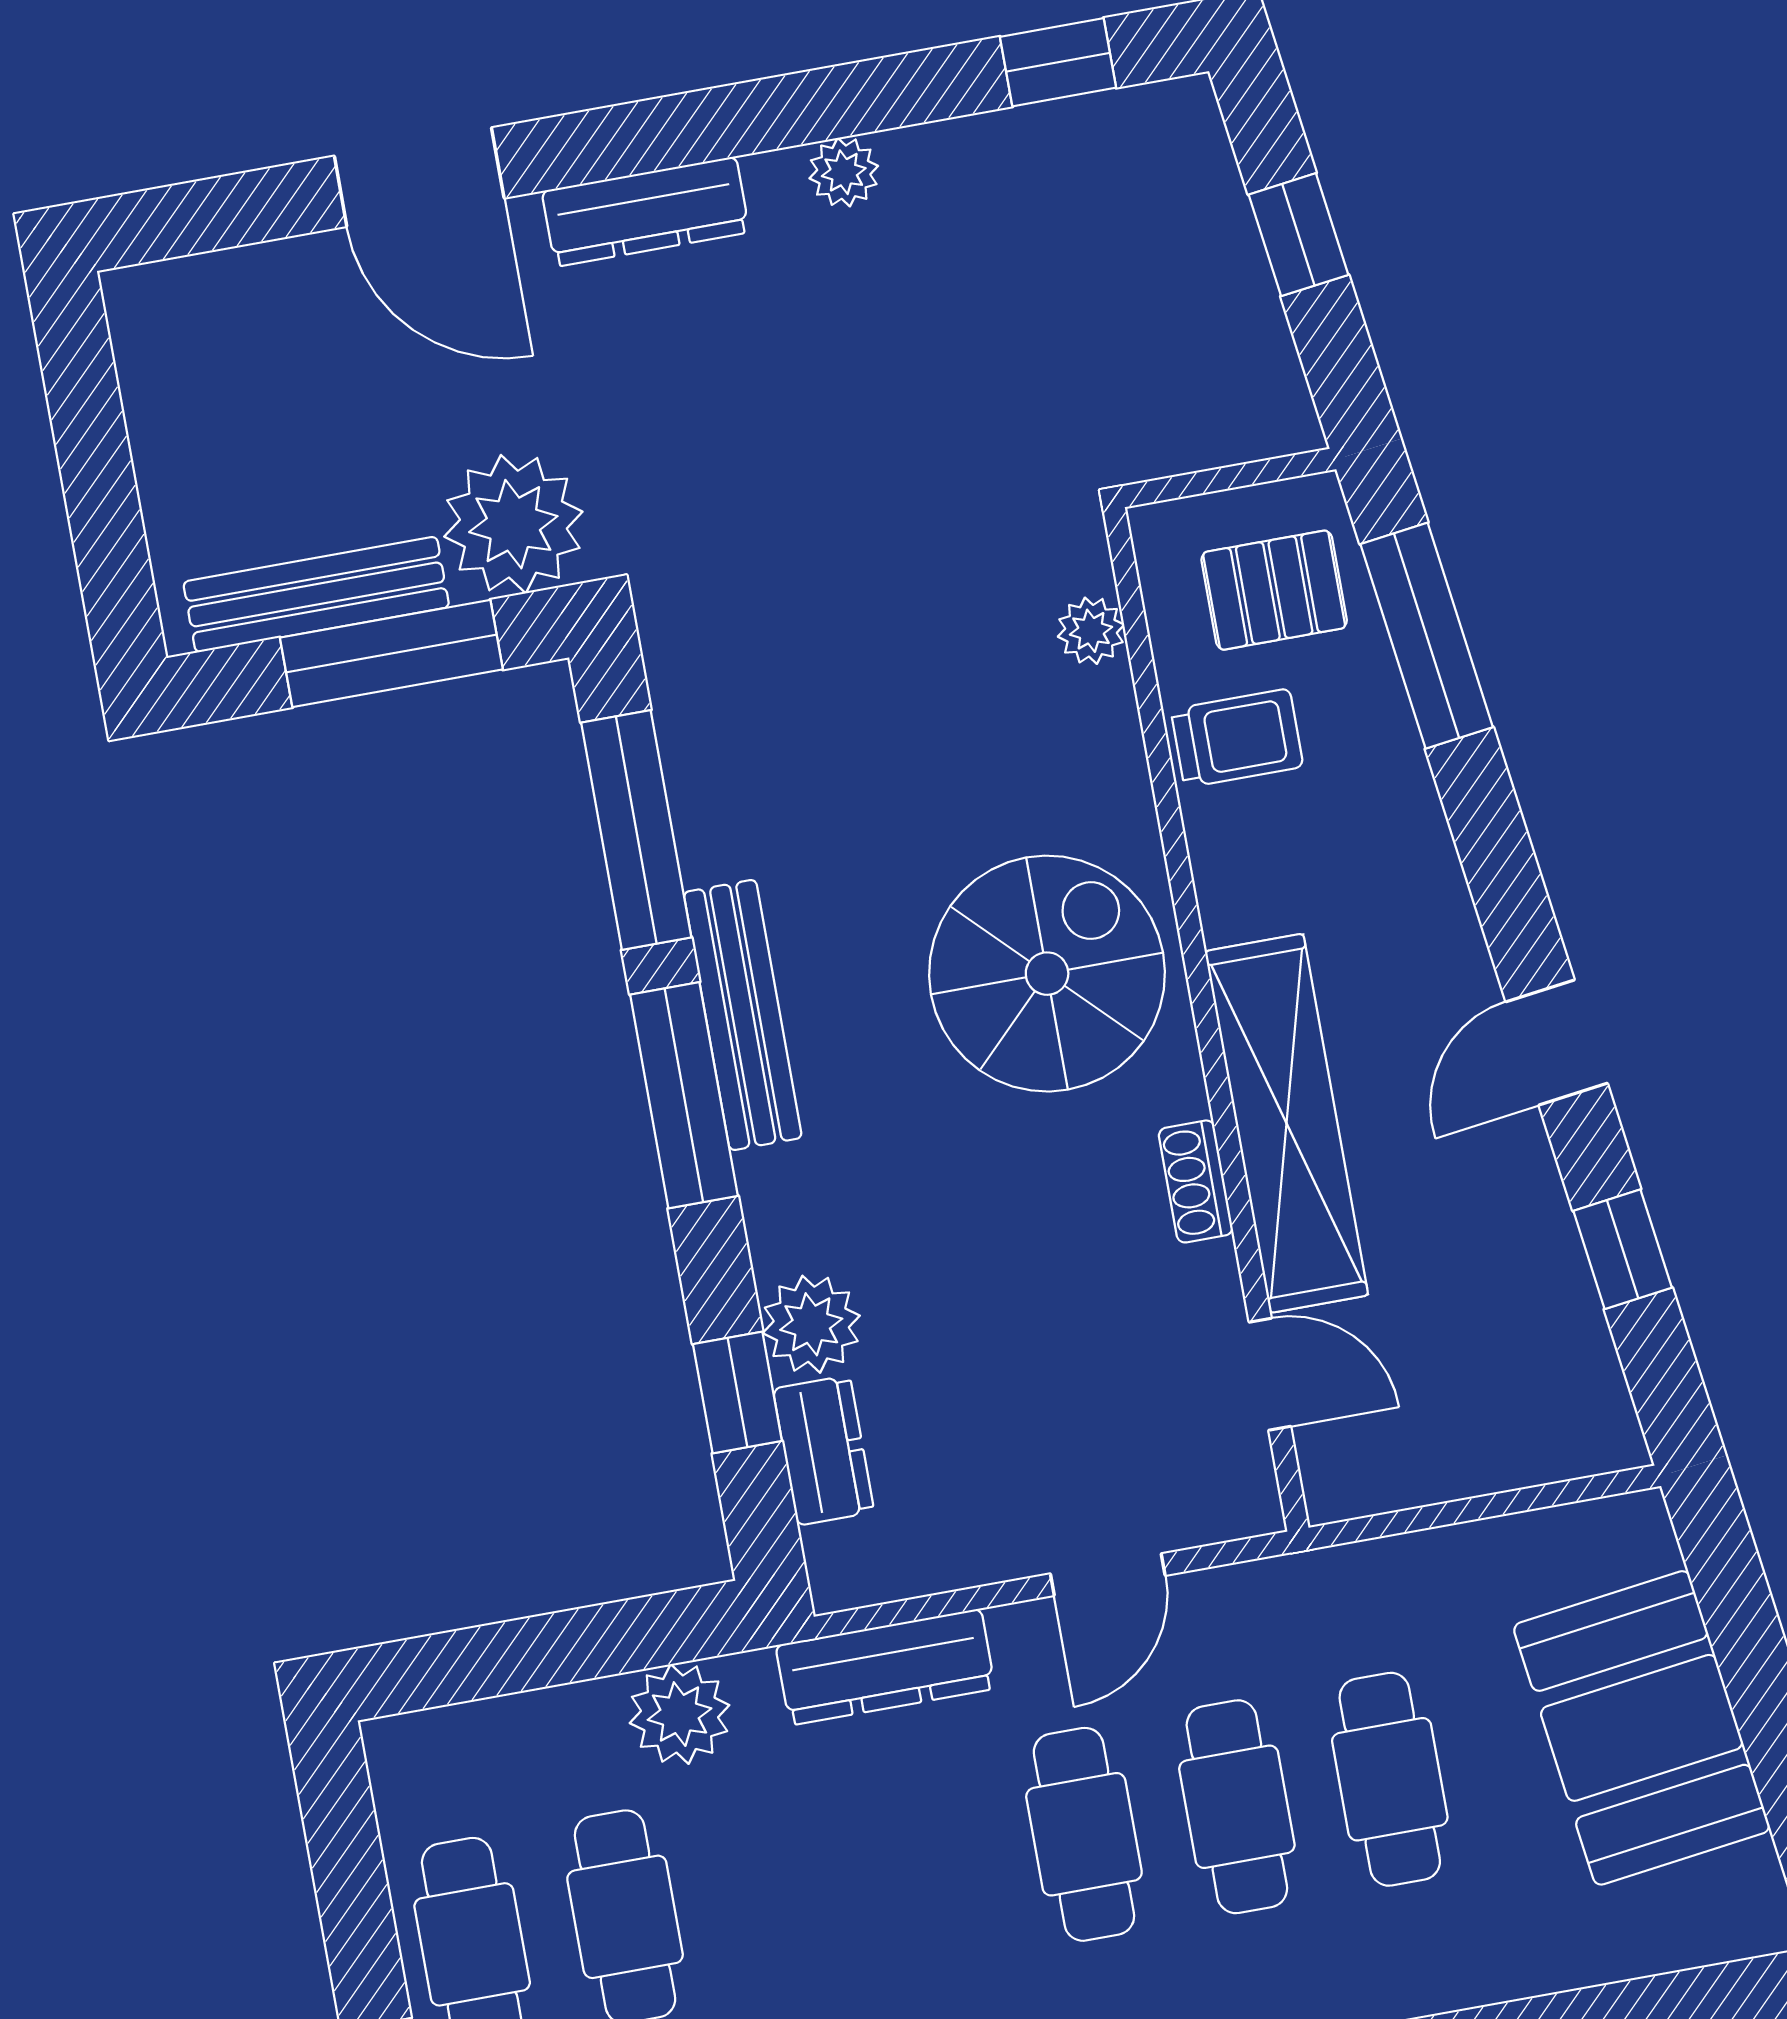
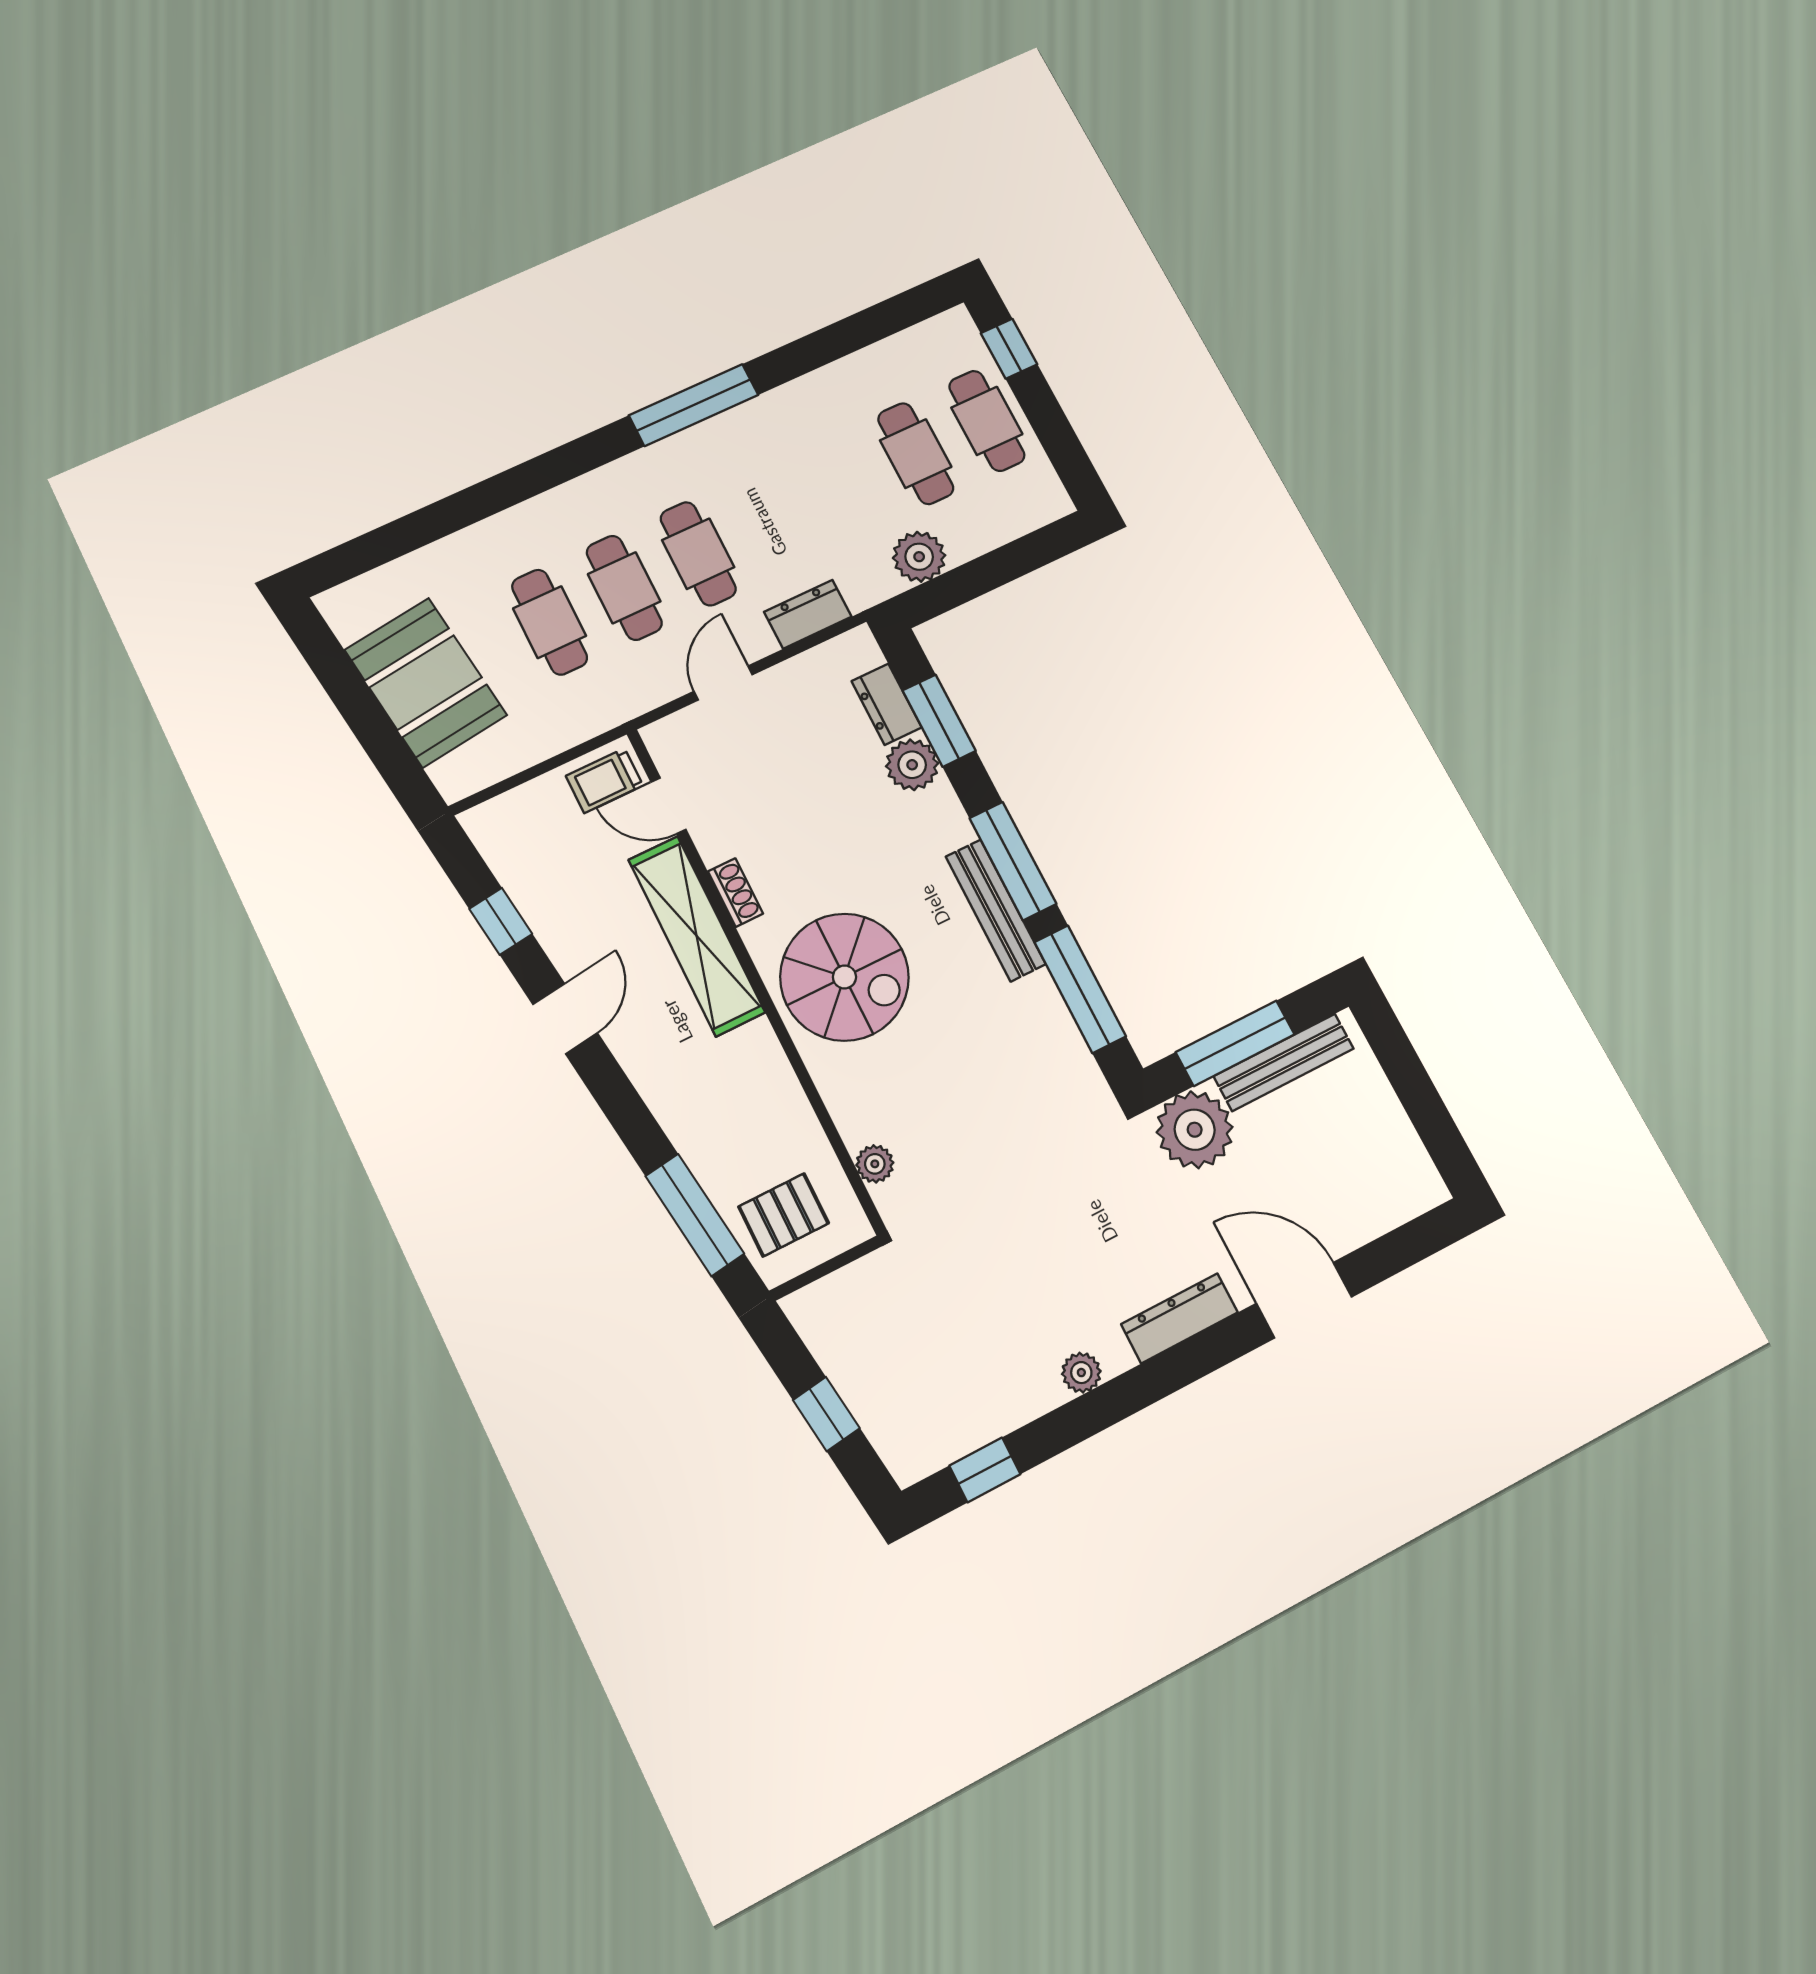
trolley: (1237, 738) -> (604, 781), moved
spiral stairs: (1047, 974) -> (844, 977), turned -90
window: (737, 1392) -> (939, 721), width x1.50
dresser: (885, 1667) -> (808, 614), width x0.70

